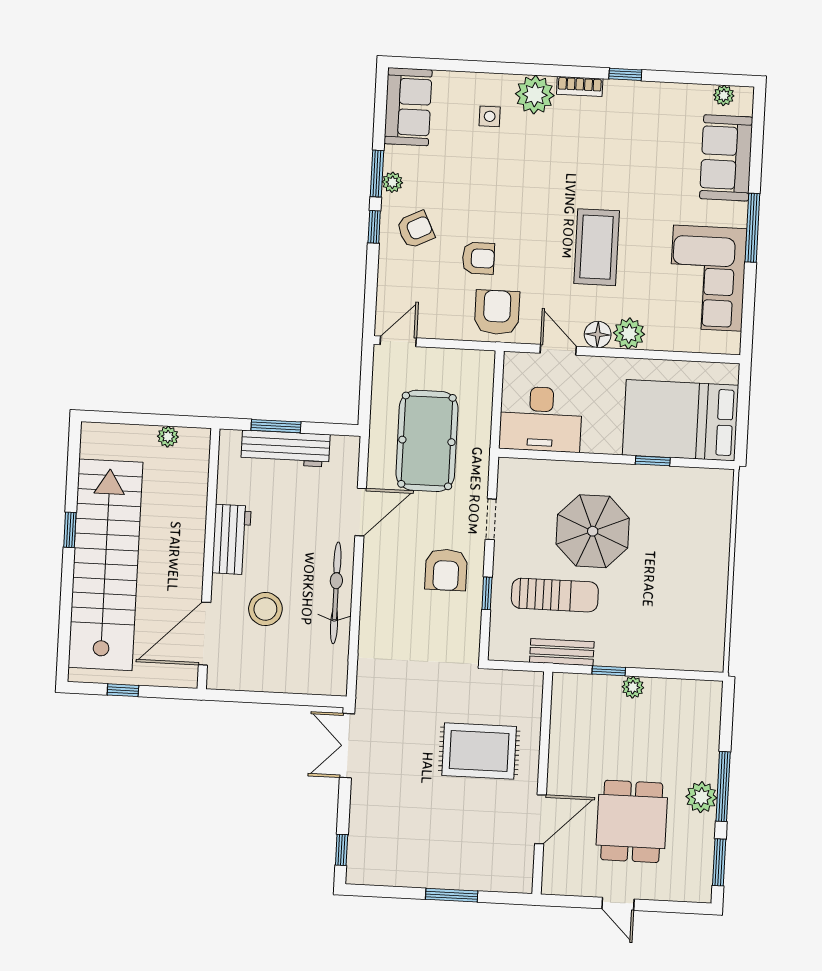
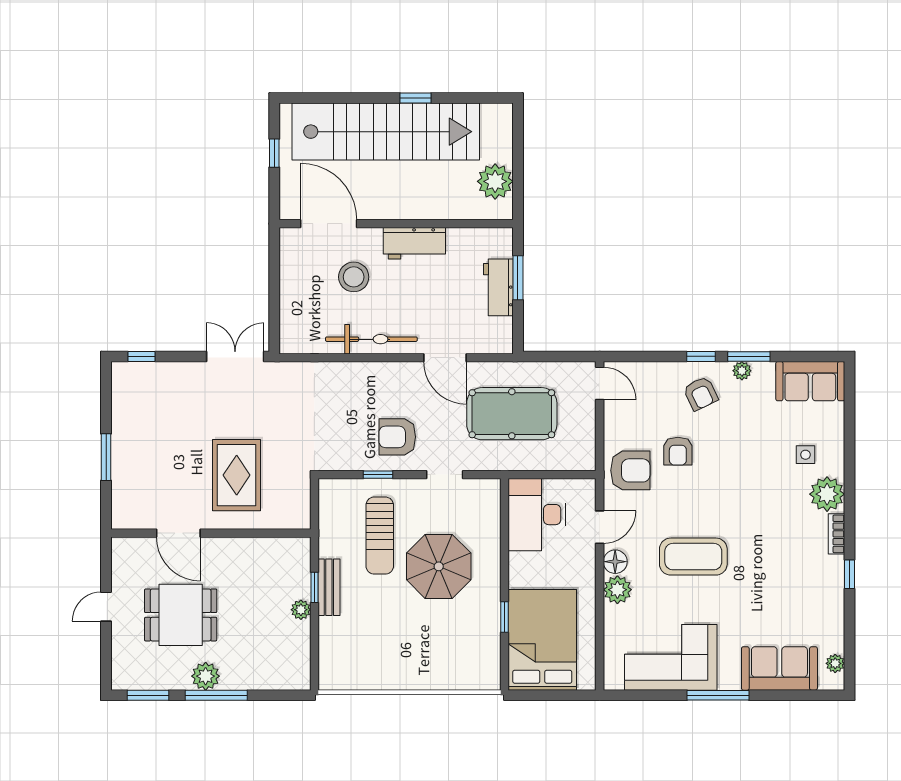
plant: (168, 437) -> (495, 181), width x1.87, depth x1.87
workbench: (286, 449) -> (498, 287), width x0.73
bench: (562, 652) -> (329, 587), moved

